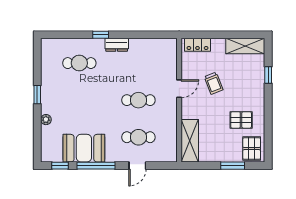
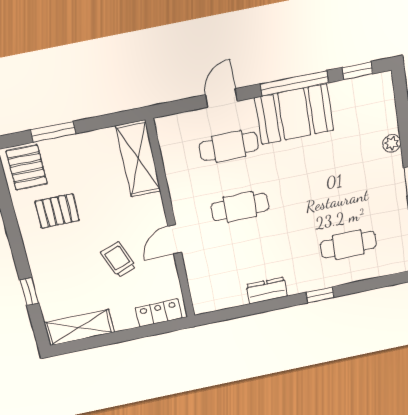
dresser: (117, 45) -> (267, 290), moved
booth: (84, 148) -> (294, 114), moved

